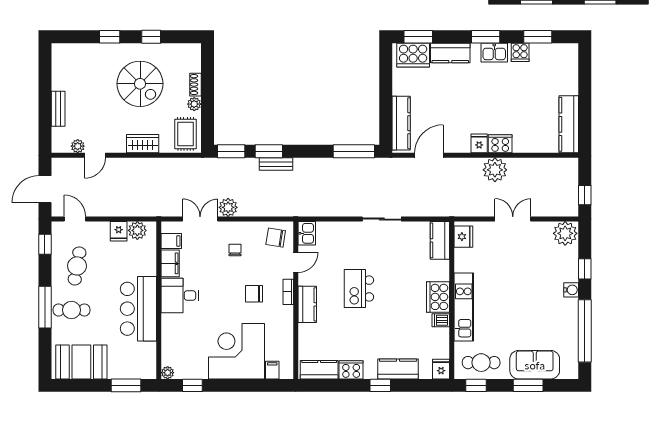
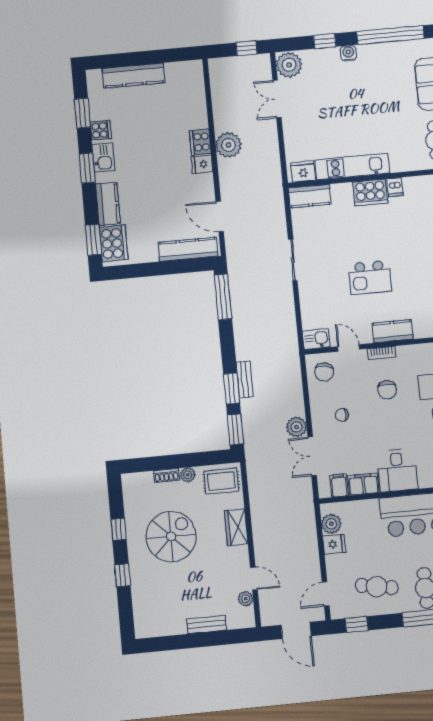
kitchen counter: (569, 124) -> (134, 76), moved
double door: (513, 219) -> (277, 99), moved
kitchen unit: (464, 307) -> (352, 167), moved

